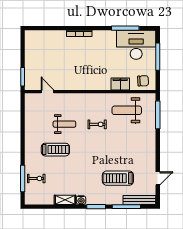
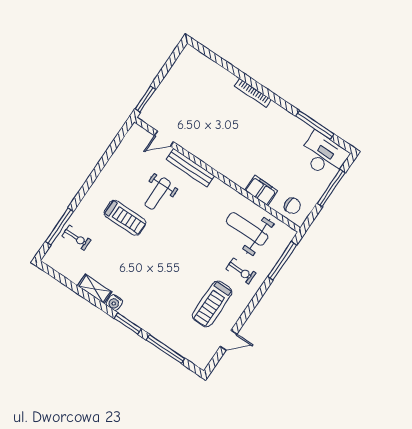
desk: (136, 45) -> (324, 155), width x0.73, depth x0.77
door: (48, 92) -> (164, 139), swing flipped
weight bench: (64, 124) -> (158, 194), turned 90
exercise bike: (97, 124) -> (241, 271), moved
treadmill: (118, 178) -> (212, 304), moved, turned -90
bench: (139, 200) -> (190, 168), moved

